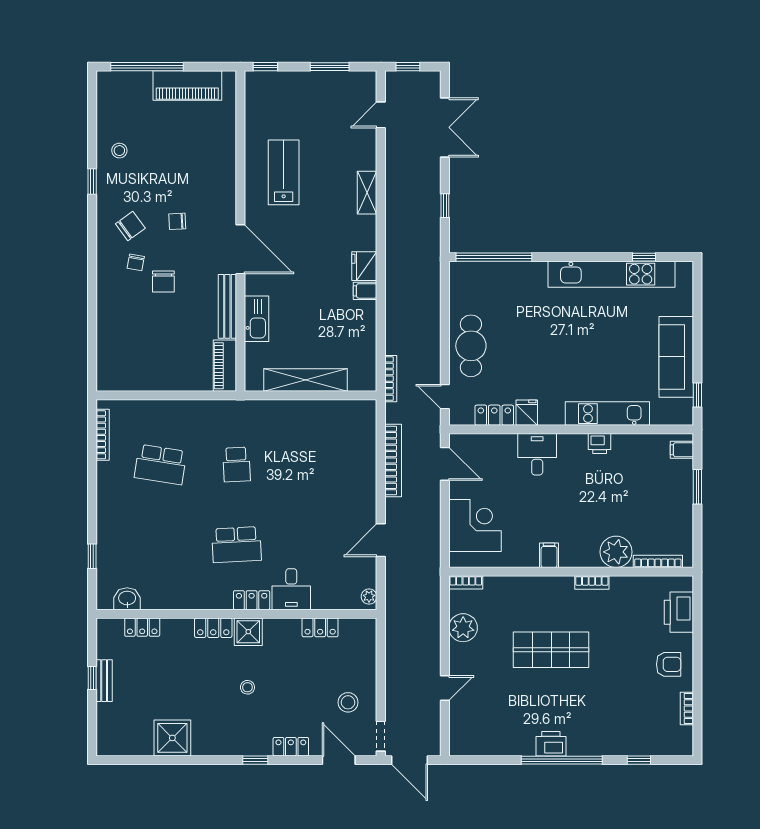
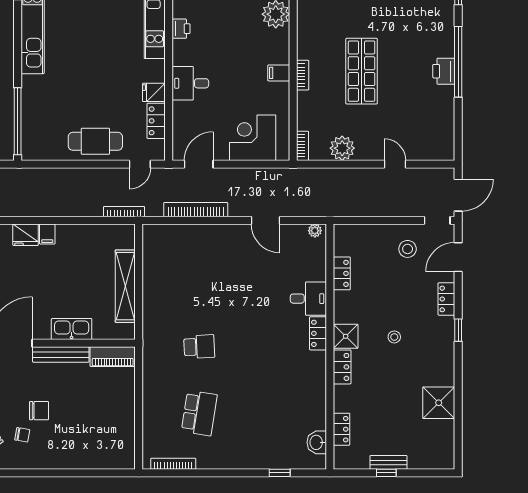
school desk: (236, 545) -> (269, 347), removed
bookcase: (592, 583) -> (303, 75), moved

